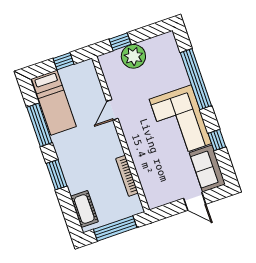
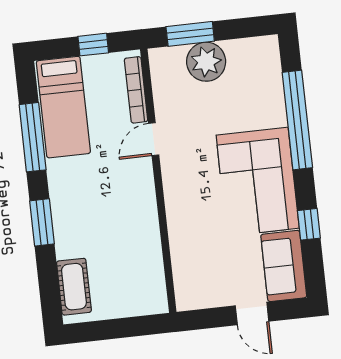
window: (120, 42) -> (190, 34), width x1.50
bookcase: (127, 176) -> (136, 90), moved
window: (115, 228) -> (116, 329), removed

